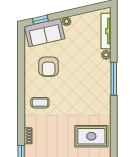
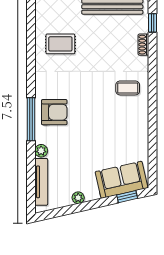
plant: (67, 21) -> (78, 198), moved
armchair: (49, 67) -> (54, 112), moved, turned 90
rug: (91, 136) -> (60, 44), width x0.73, depth x0.70

